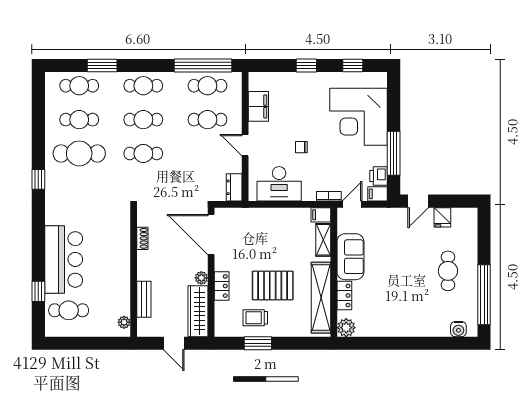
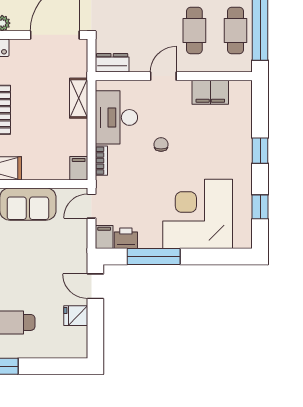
bookcase: (329, 196) -> (101, 161), moved
door: (352, 204) -> (91, 206), swing flipped
shelving: (323, 240) -> (79, 98), moved, turned 90

